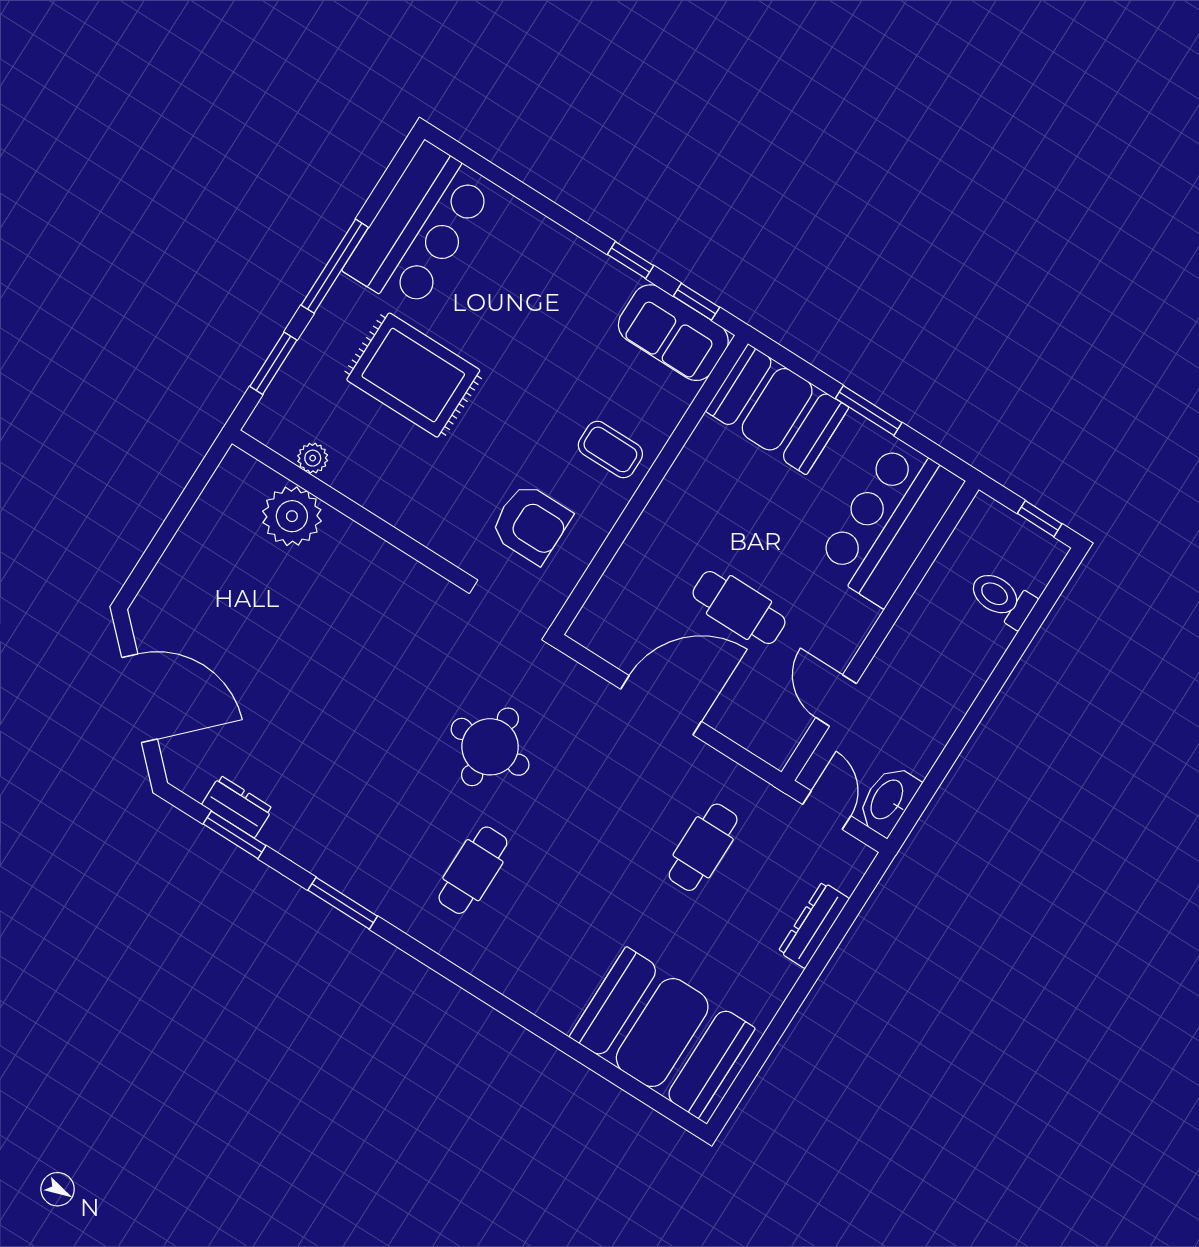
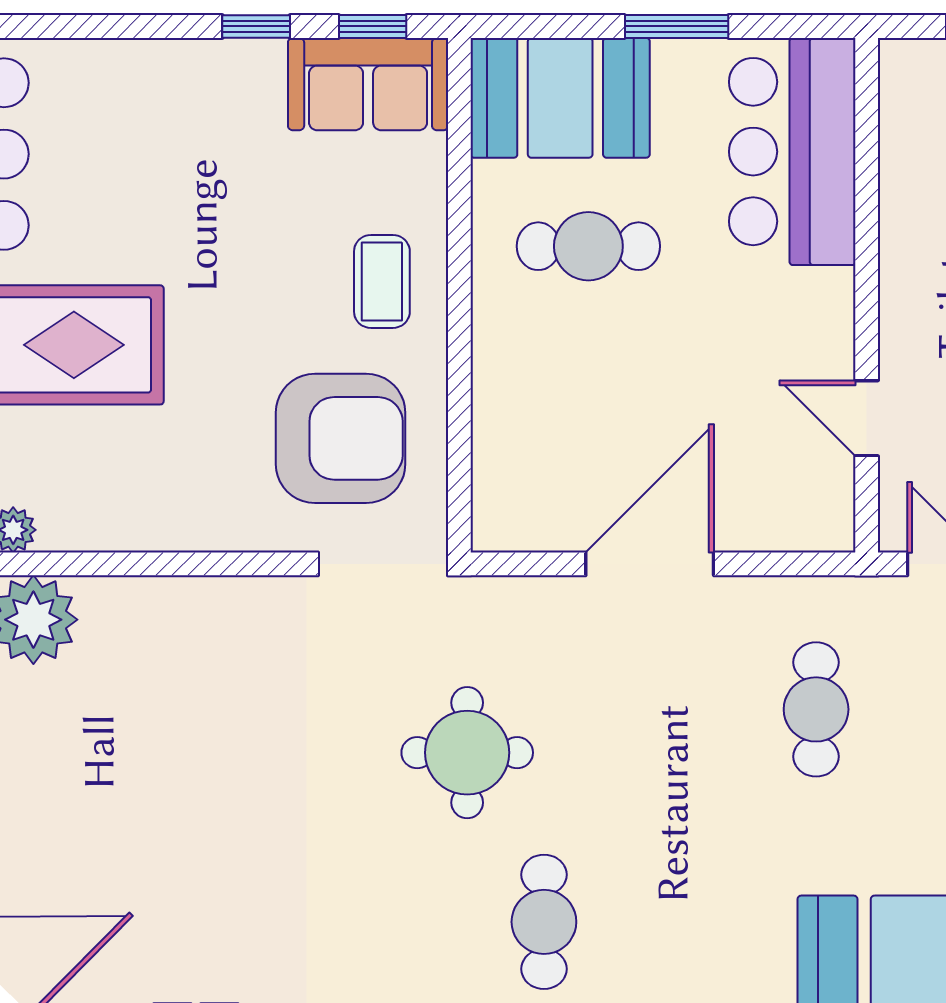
coffee table: (610, 449) -> (382, 281), turned 90
armchair: (531, 523) -> (341, 438), width x1.36, depth x1.36
cafe table: (739, 608) -> (588, 246), moved

